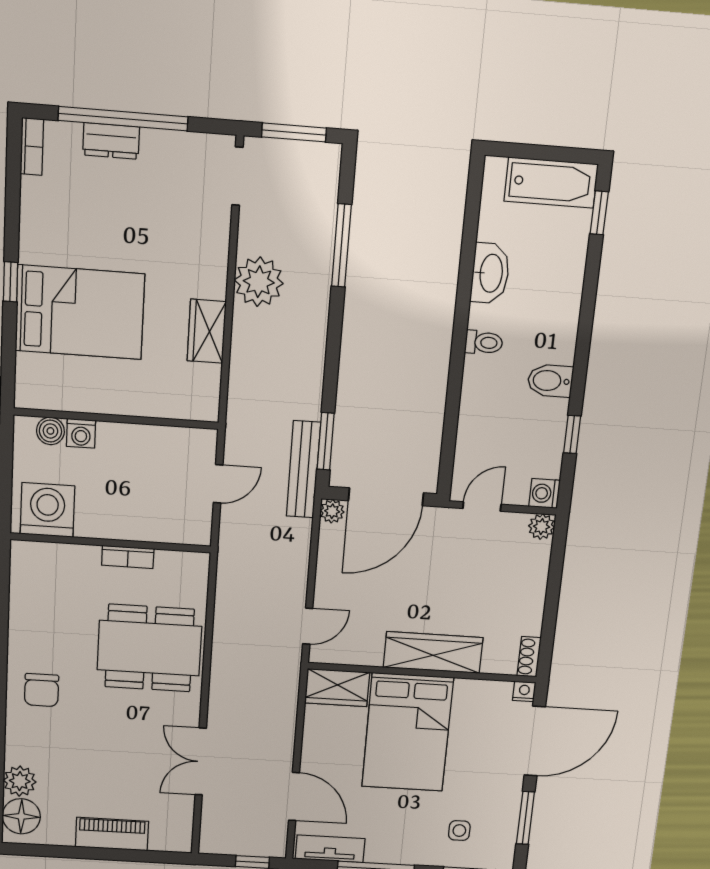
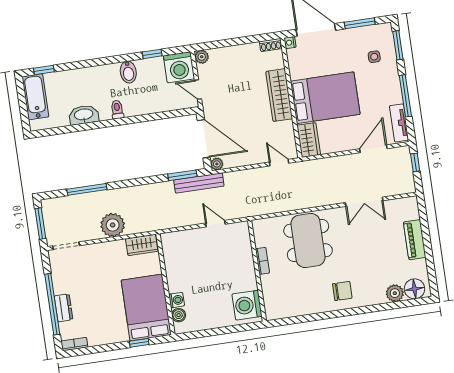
wall: (116, 419) -> (165, 284), moved
boiler: (50, 431) -> (179, 315), moved
washing machine: (81, 433) -> (177, 300), moved
washing machine: (544, 493) -> (179, 67), width x1.89, depth x1.89

